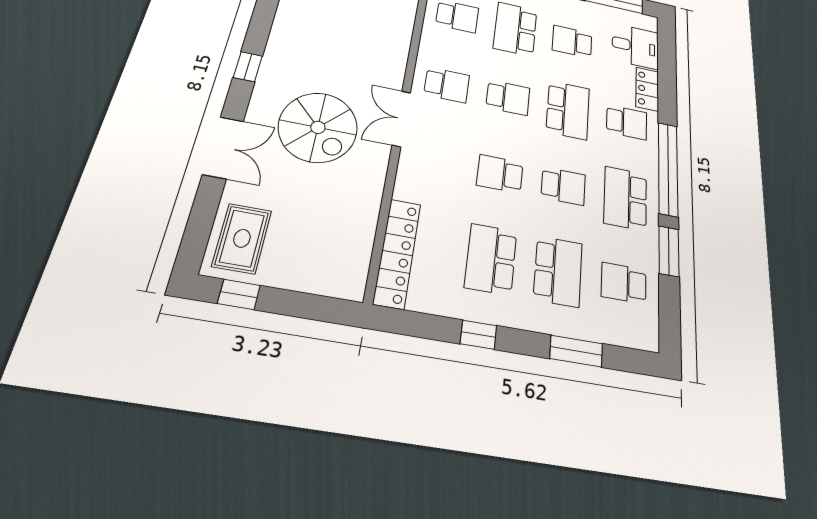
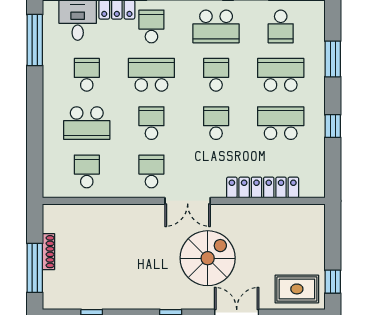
school desk: (572, 42) -> (87, 75), turned 180
school desk: (500, 174) -> (216, 123), turned 180
locker: (397, 253) -> (263, 188), moved
school desk: (491, 259) -> (281, 123), turned 180

